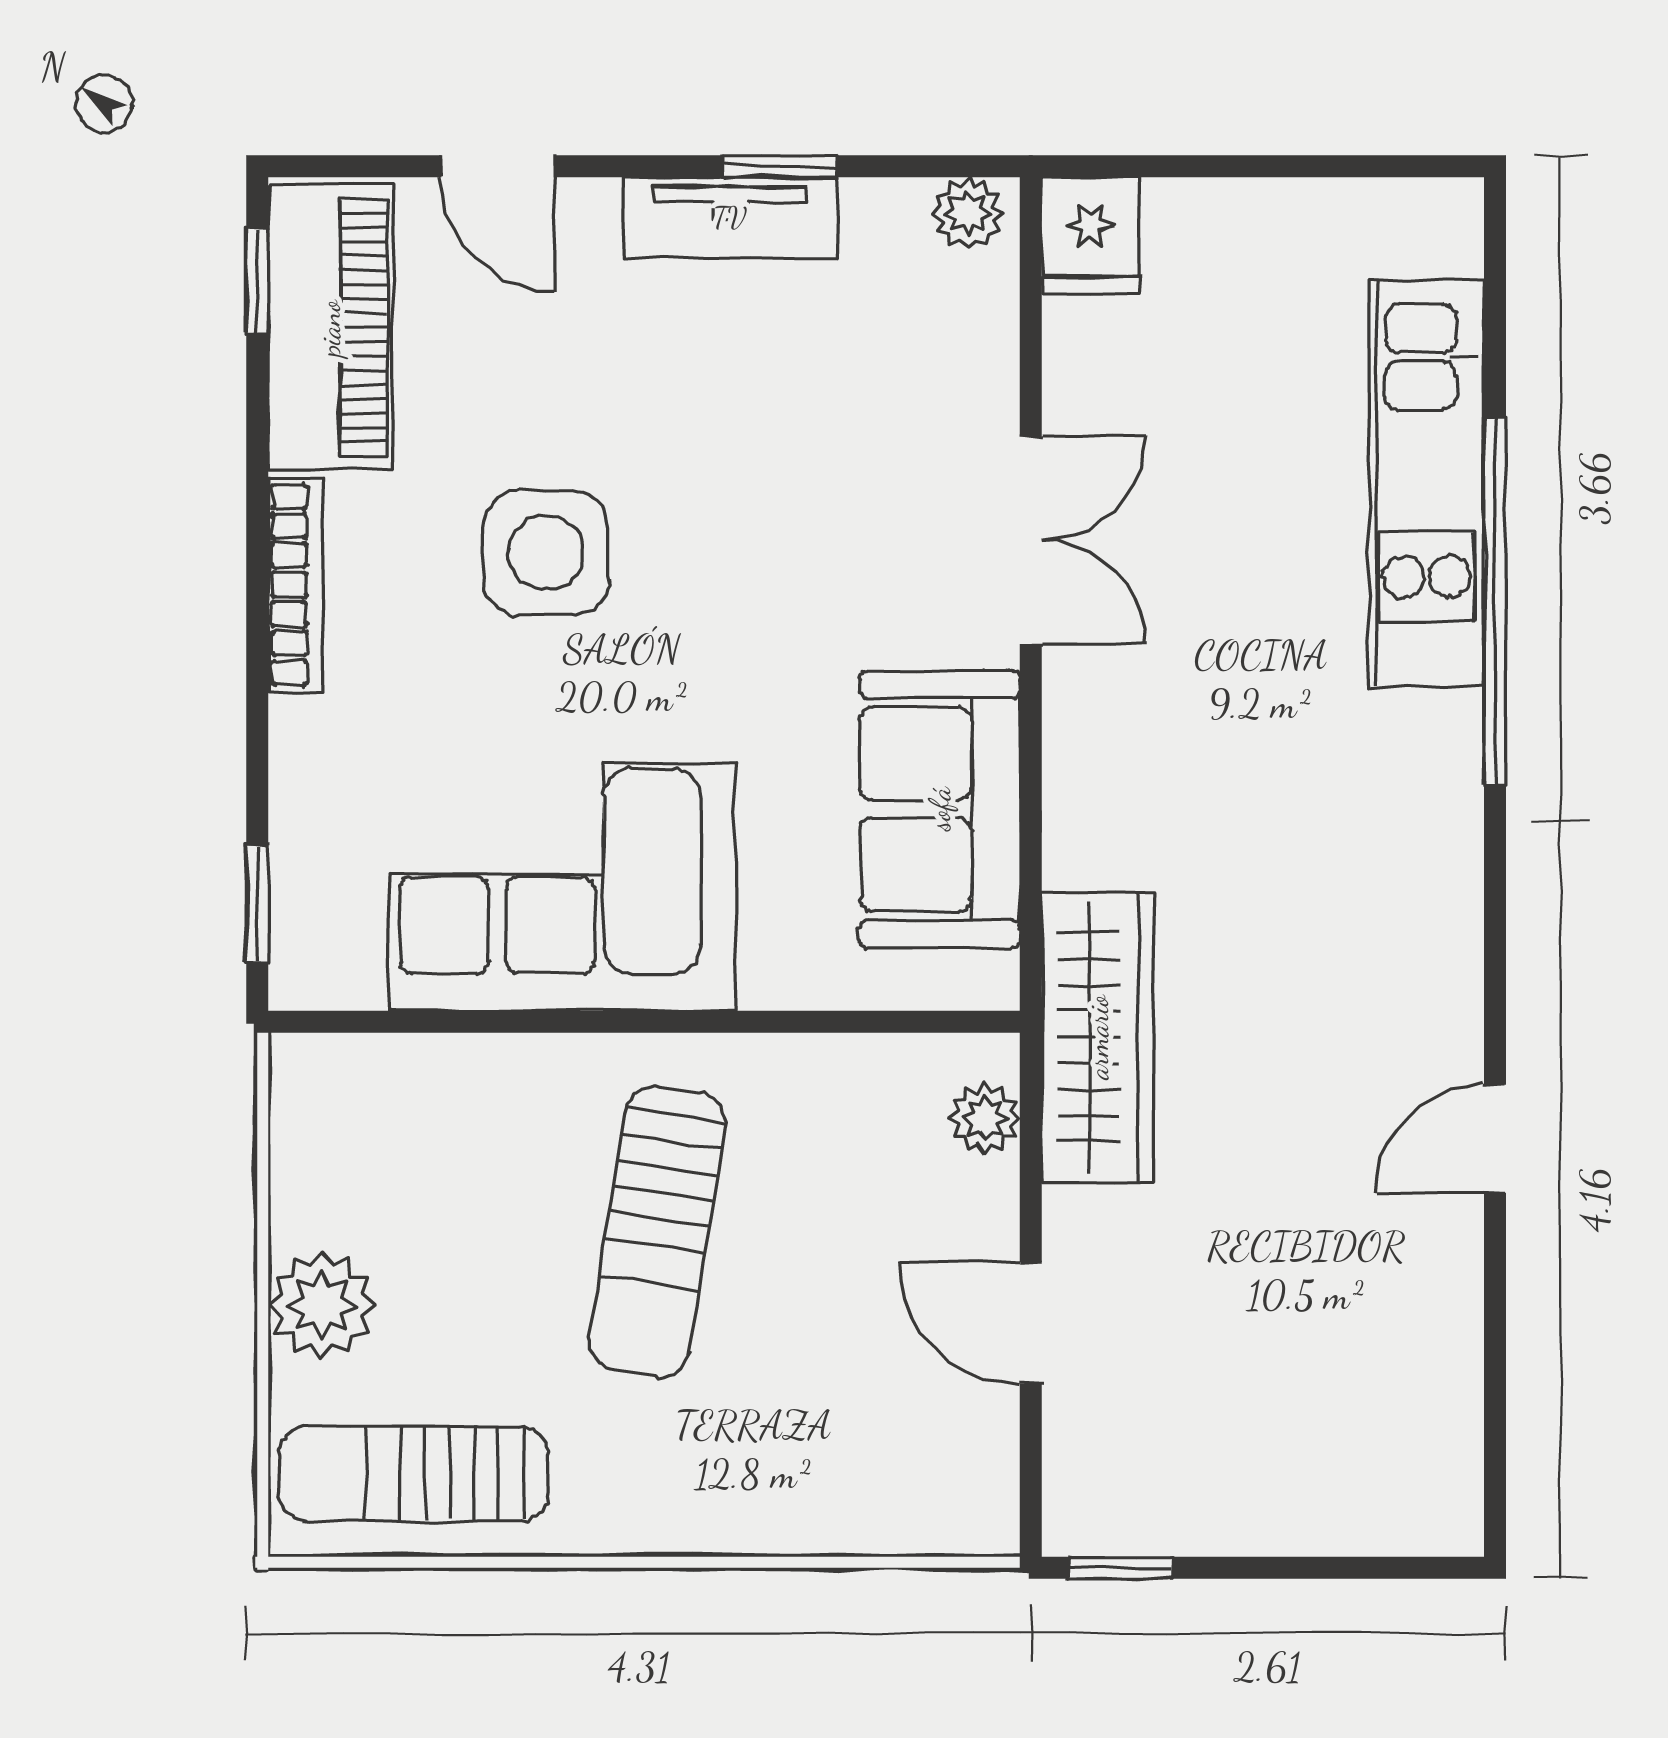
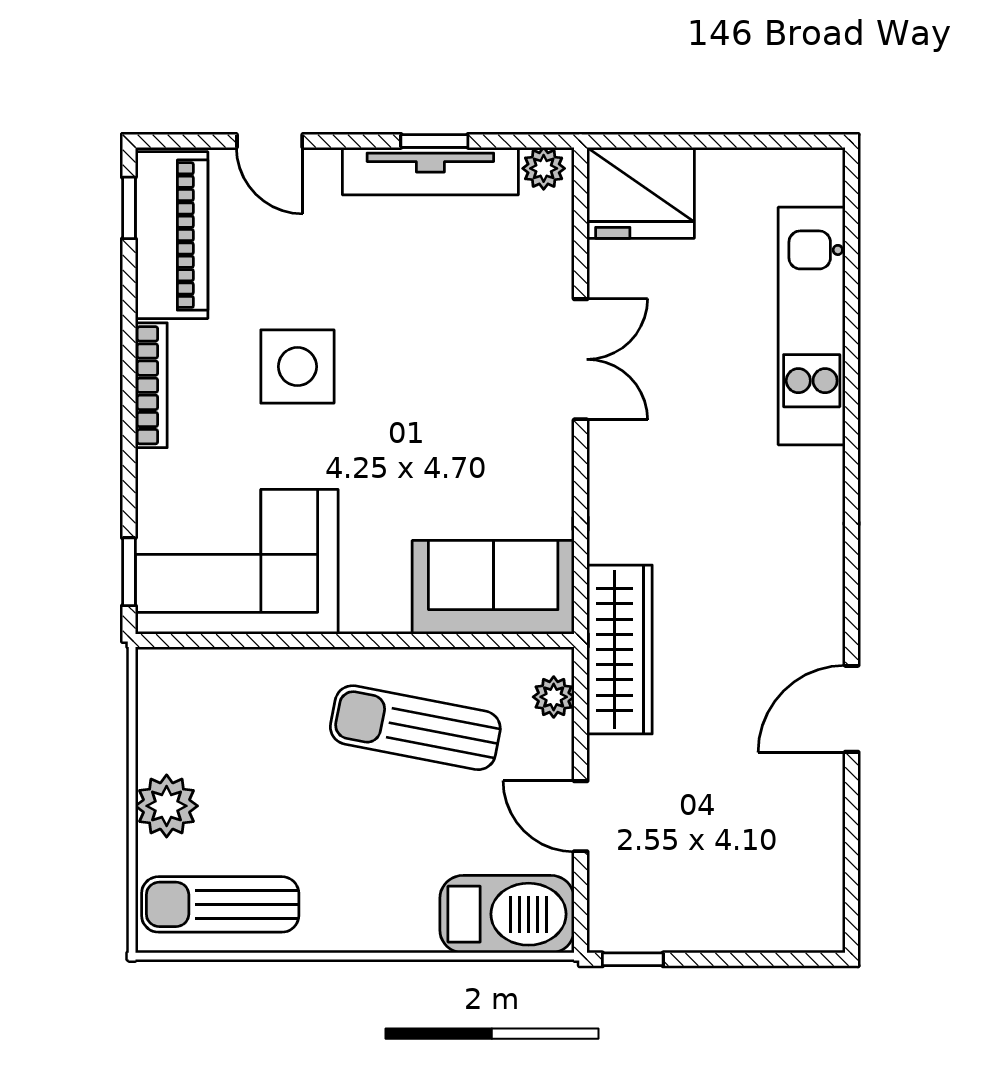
tv unit: (730, 218) -> (430, 171), width x1.41
fridge: (1091, 235) -> (641, 193), width x1.88, depth x1.34
window: (1495, 602) -> (852, 395), removed
sofa: (940, 809) -> (493, 587), moved, turned 90
corner sofa: (562, 887) -> (237, 562), moved
door: (1495, 1139) -> (852, 709), width x1.38
sun lounger: (657, 1232) -> (415, 728), moved, turned 92
barbecue: (905, 1490) -> (507, 914), added

